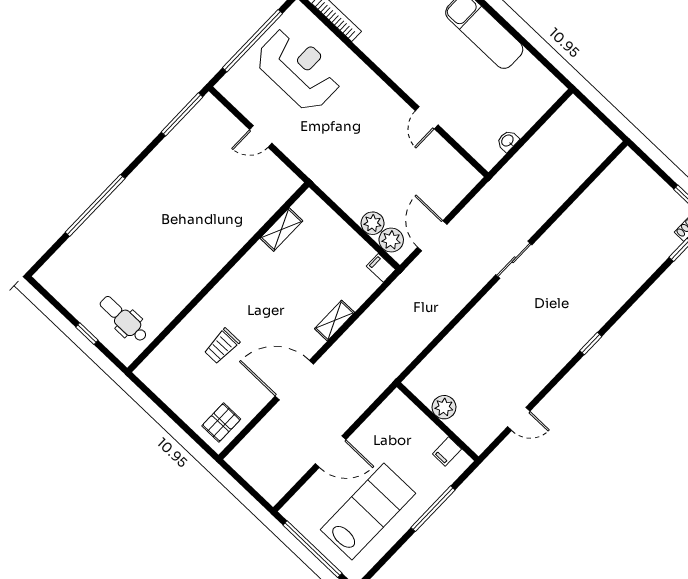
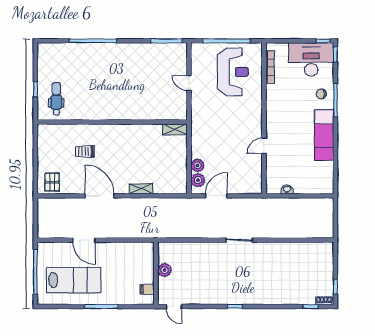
shelving: (281, 230) -> (175, 129), moved
filing cabinet: (381, 268) -> (182, 187), removed
plant: (444, 407) -> (165, 270), moved
wall: (438, 422) -> (156, 273), moved
pallet: (221, 423) -> (52, 182), turned 90
filing cabinet: (447, 452) -> (147, 289), moved

